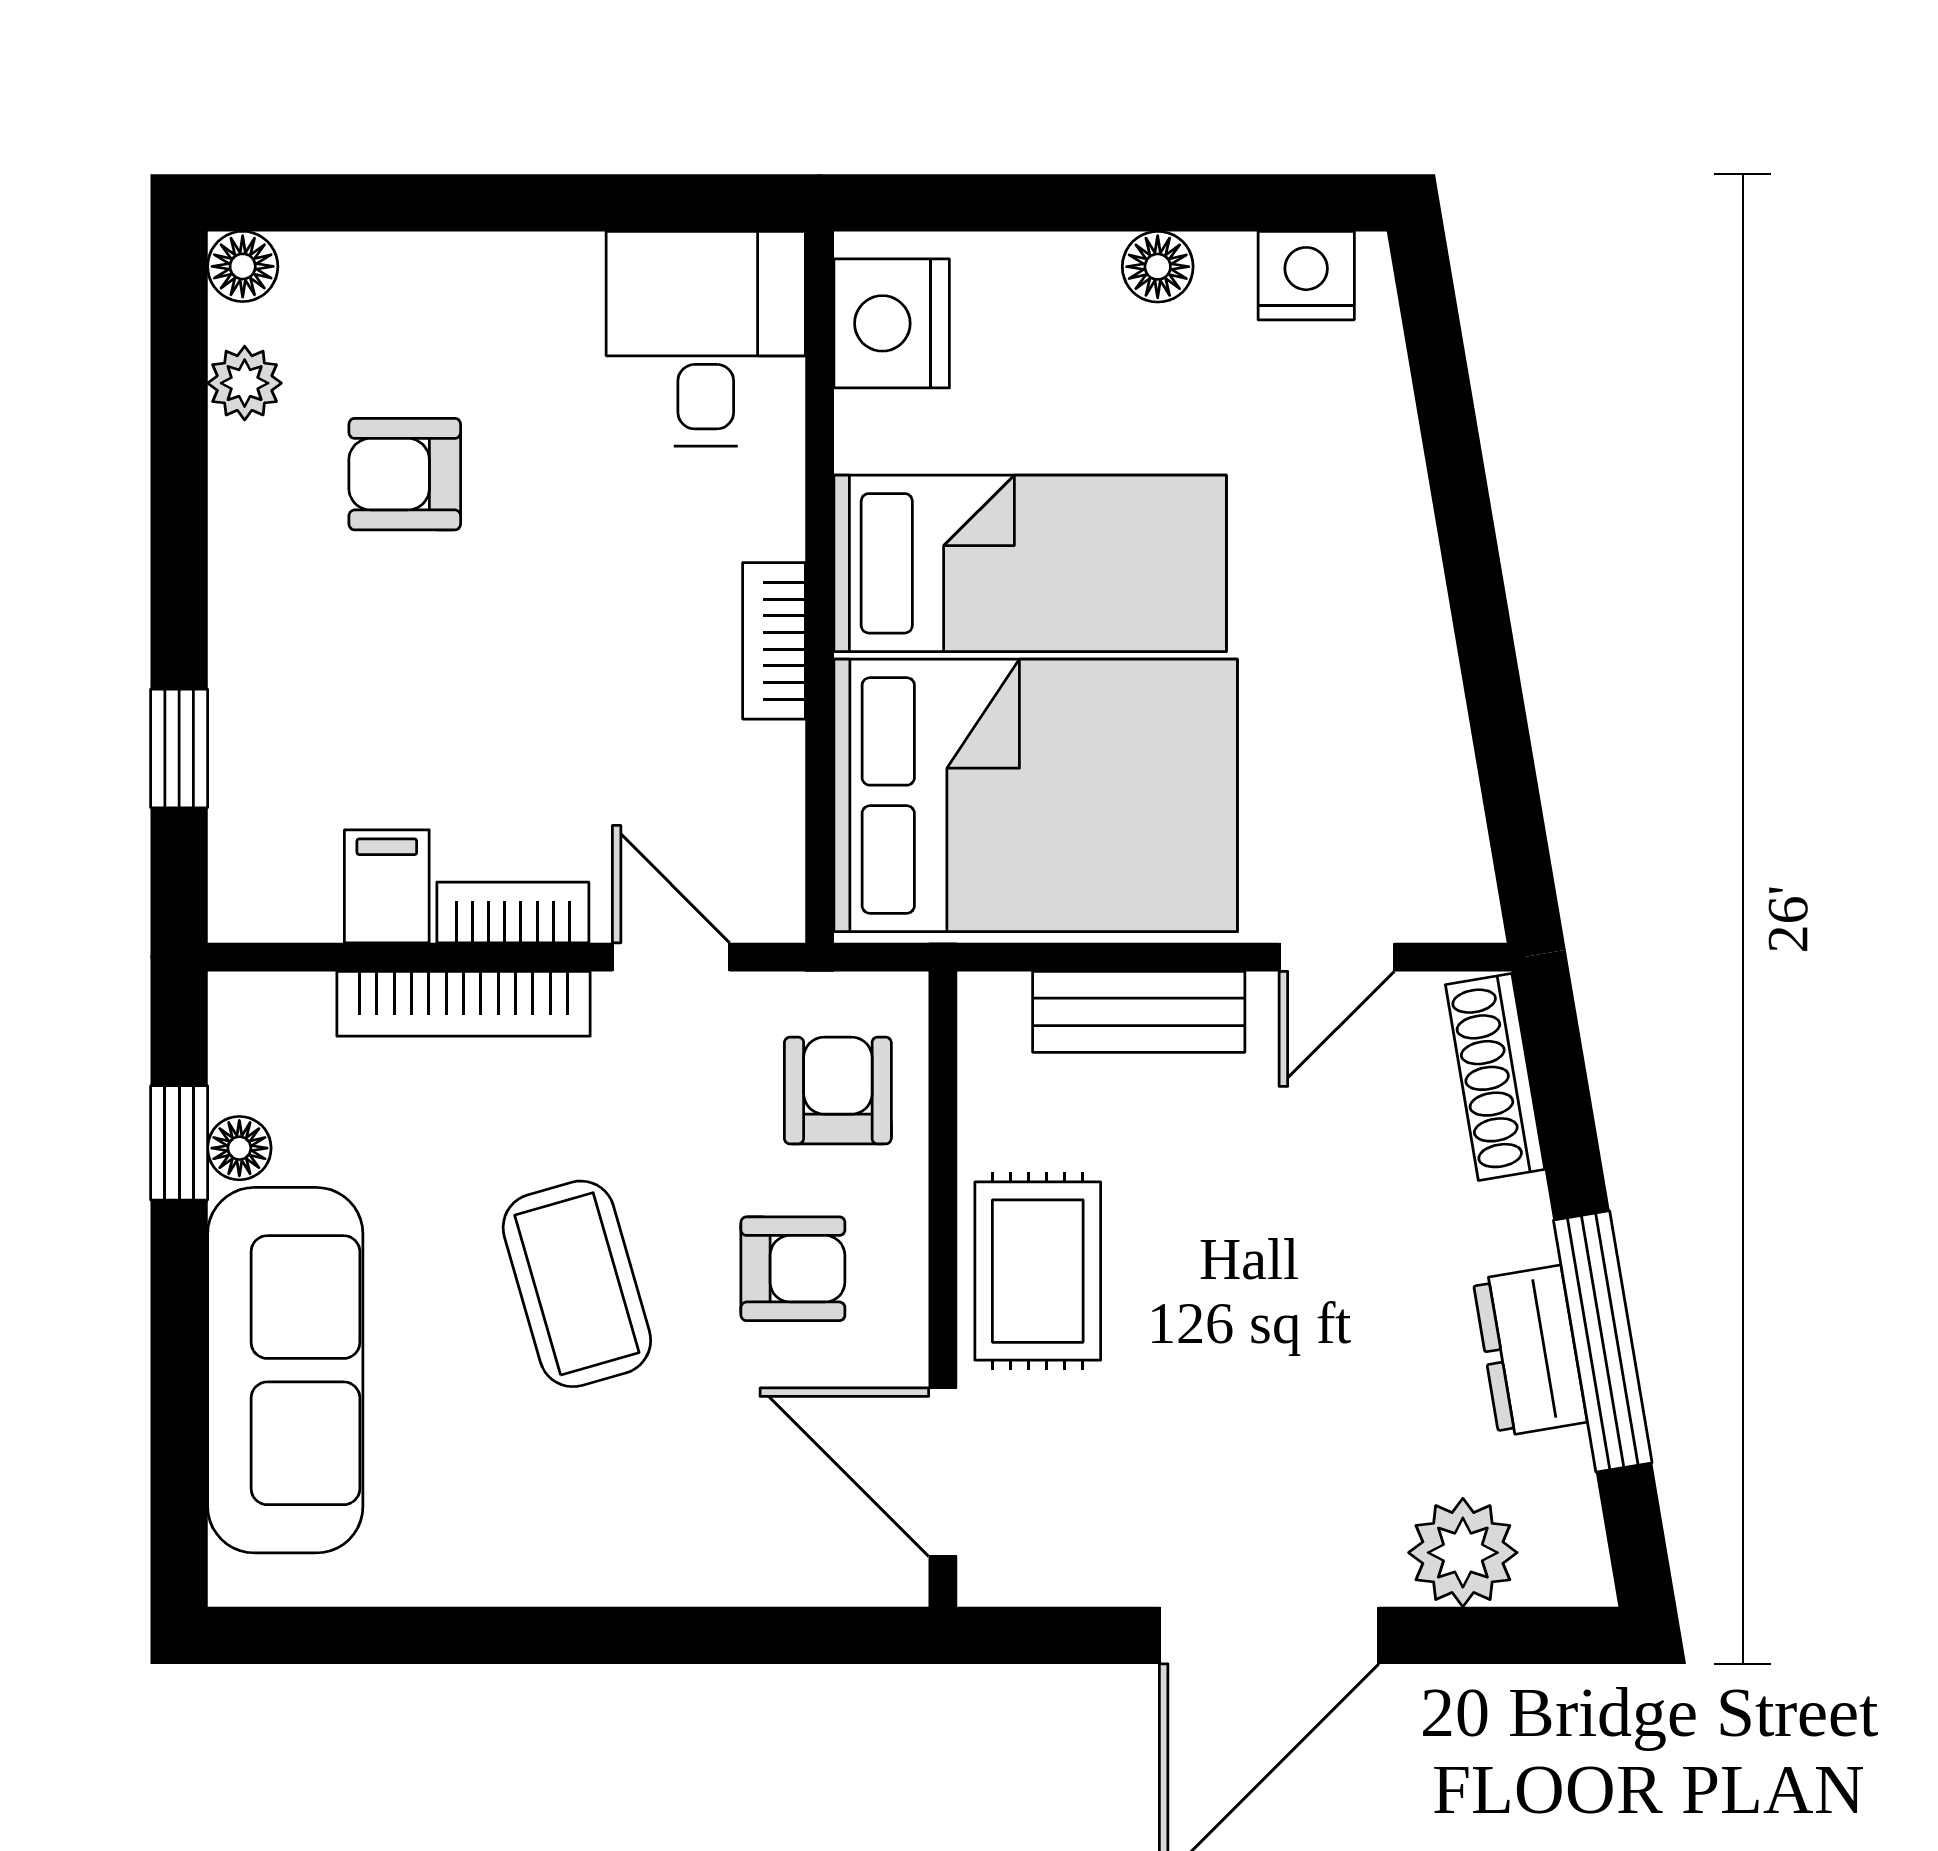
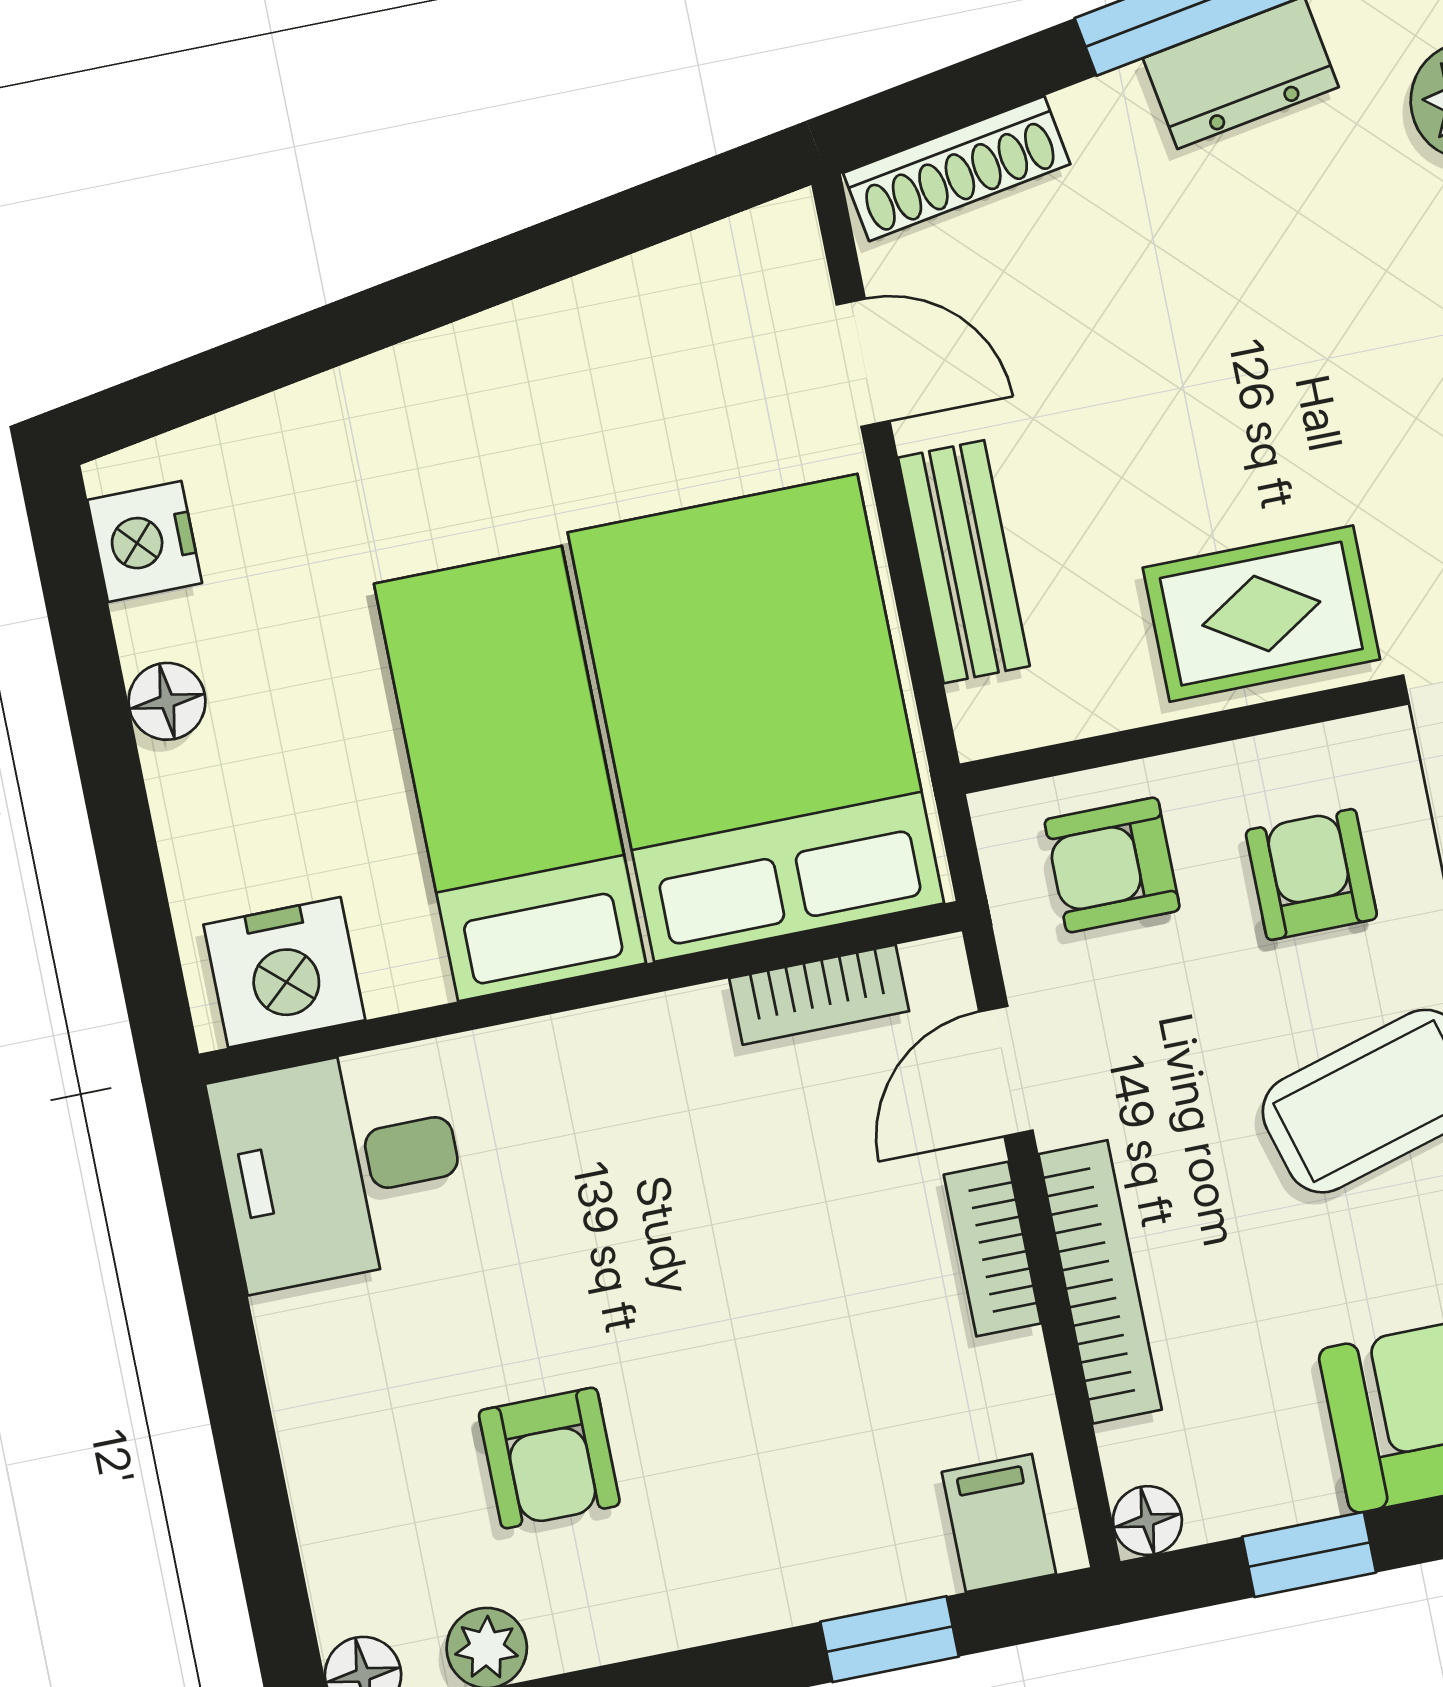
bookcase: (774, 641) -> (819, 995), moved
filing cabinet: (387, 886) -> (999, 1523), moved, turned 90
floor lamp: (239, 1148) -> (1147, 1521), moved

